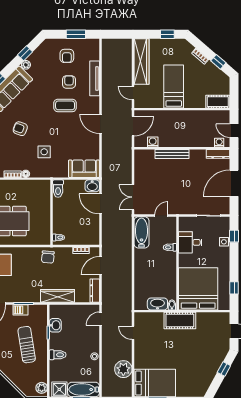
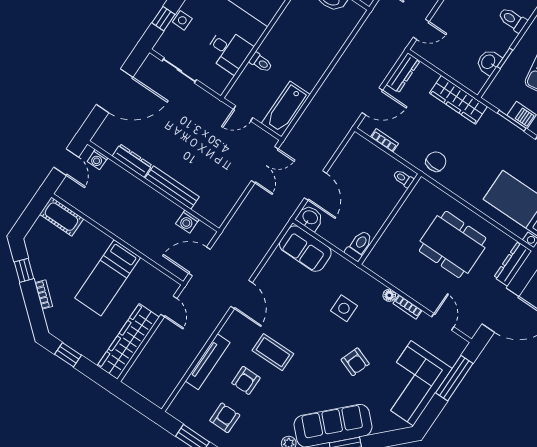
dresser: (218, 154) -> (132, 161), moved

